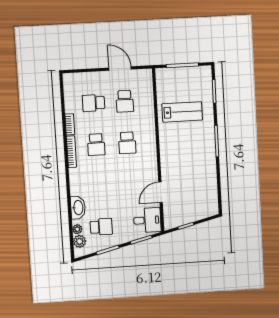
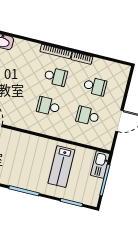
kitchen sink: (169, 74) -> (100, 164), added
school desk: (94, 103) -> (95, 86), turned 90
school desk: (96, 145) -> (56, 77), turned 180

